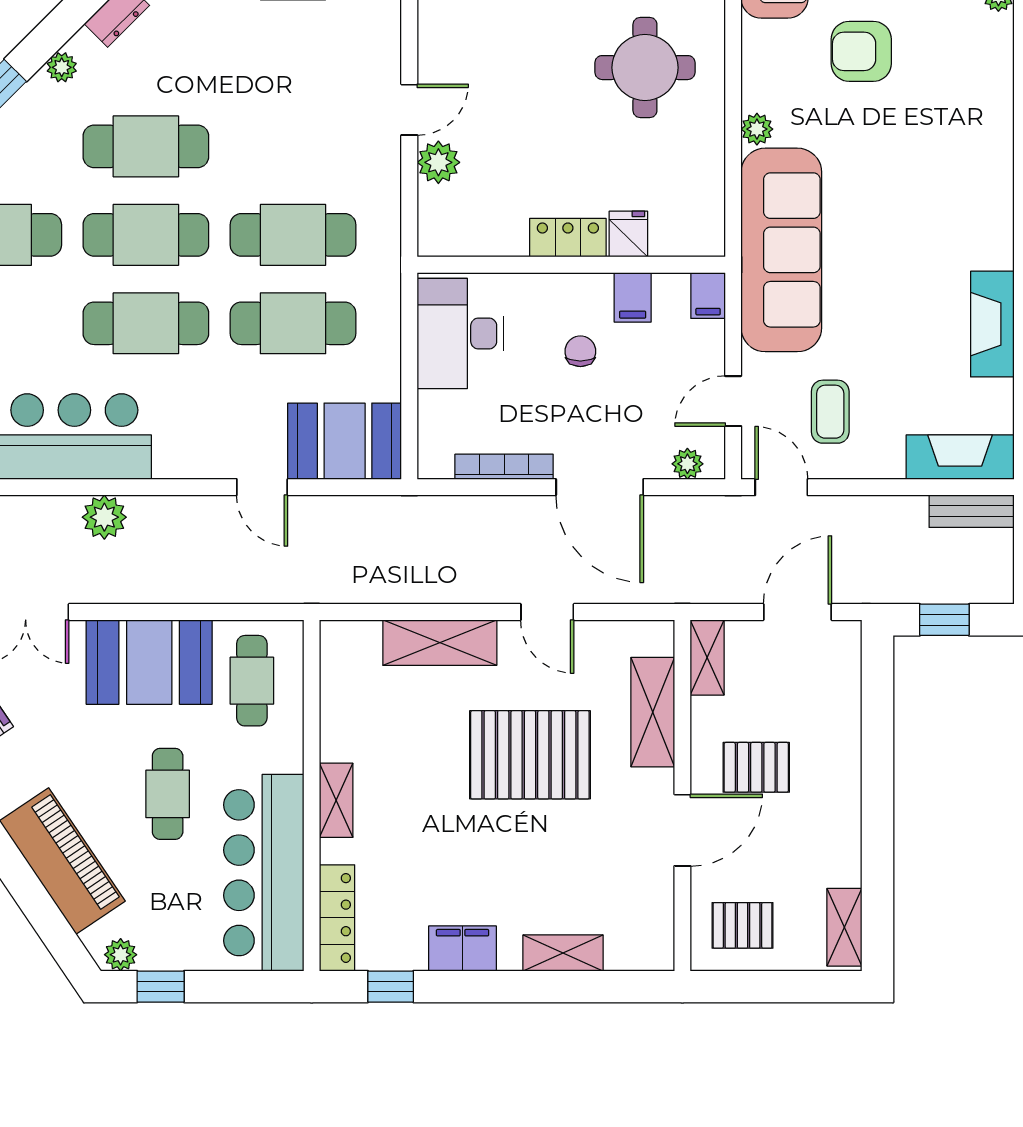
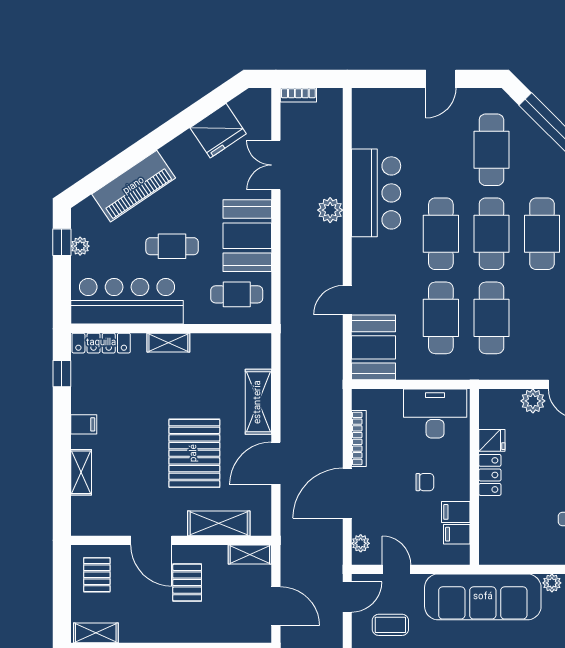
fridge: (628, 234) -> (492, 440), moved
filing cabinet: (708, 296) -> (457, 534), moved
door: (547, 612) -> (276, 463), width x1.38
filing cabinet: (463, 948) -> (84, 424), width x0.50
plant: (121, 955) -> (80, 246), moved

